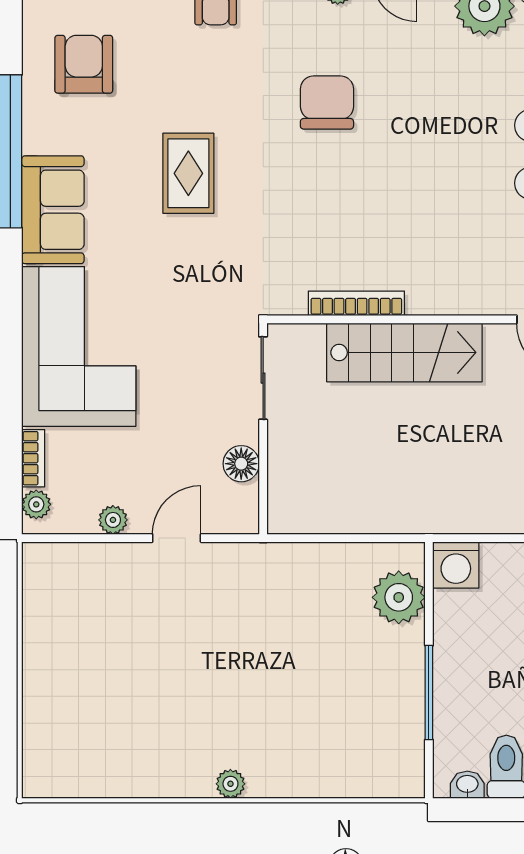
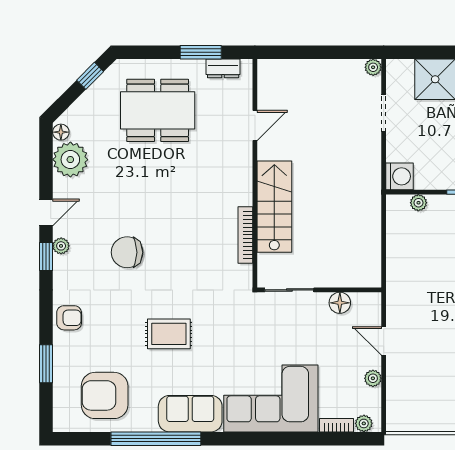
armchair: (84, 64) -> (105, 395), width x1.36, depth x1.36
plant: (399, 597) -> (418, 203), width x0.53, depth x0.53

